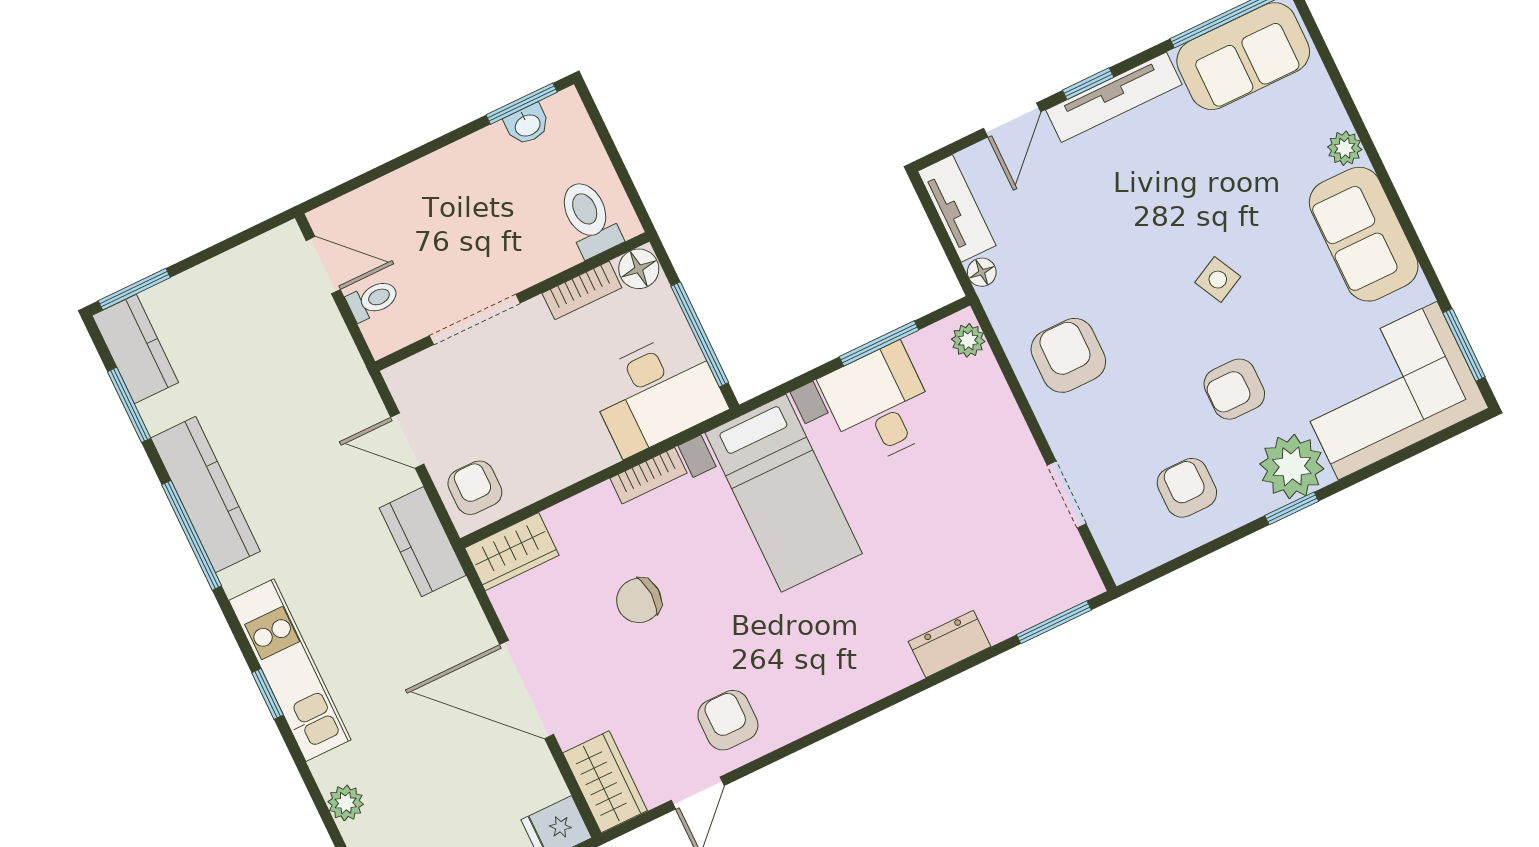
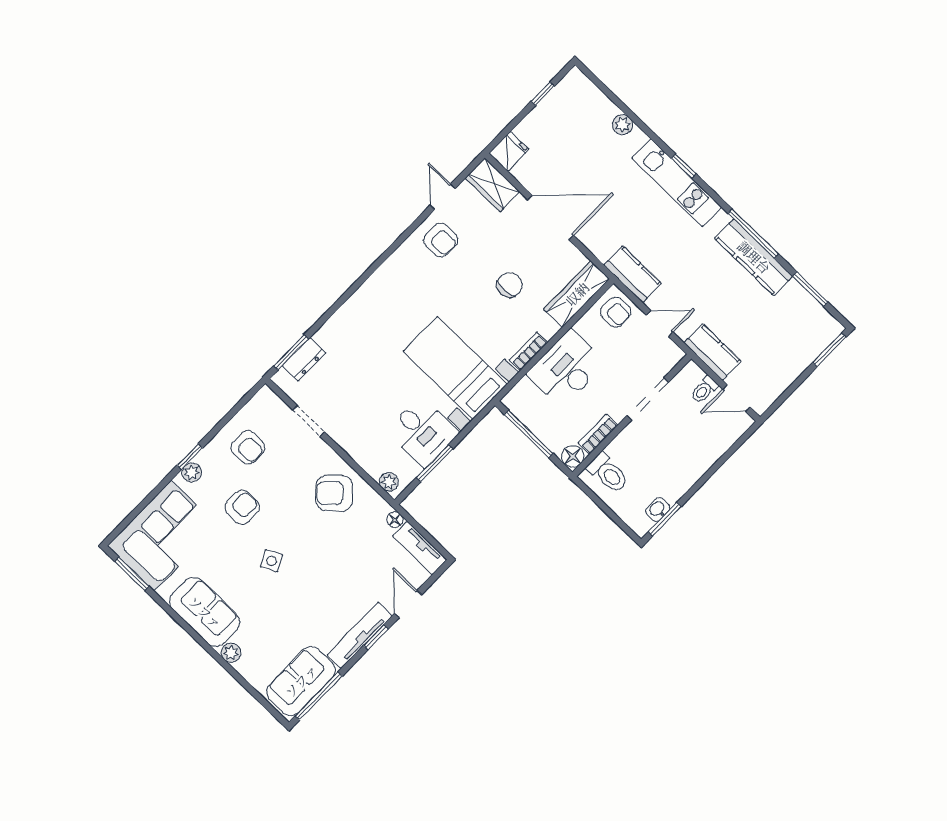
kitchen counter: (135, 349) -> (712, 352), moved, turned 180
armchair: (1068, 355) -> (334, 493), turned 137
desk: (656, 393) -> (566, 369), moved
plant: (1292, 466) -> (192, 472), width x0.53, depth x0.53
wardrobe: (512, 552) -> (577, 294), width x1.50
dresser: (950, 644) -> (304, 359), moved

